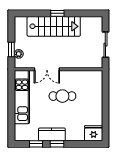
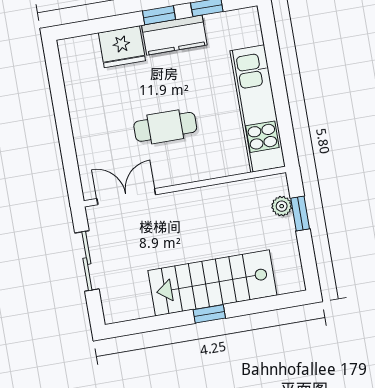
double door: (47, 69) -> (126, 197), moved
fridge: (94, 133) -> (122, 47), moved

